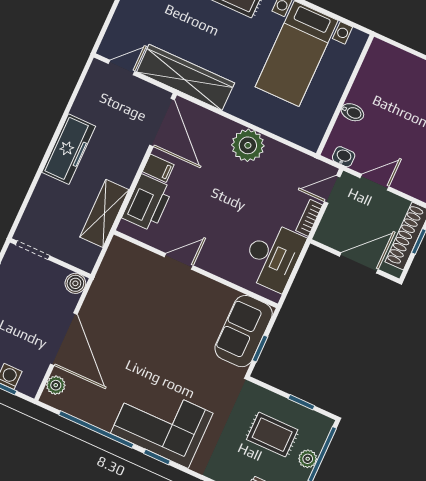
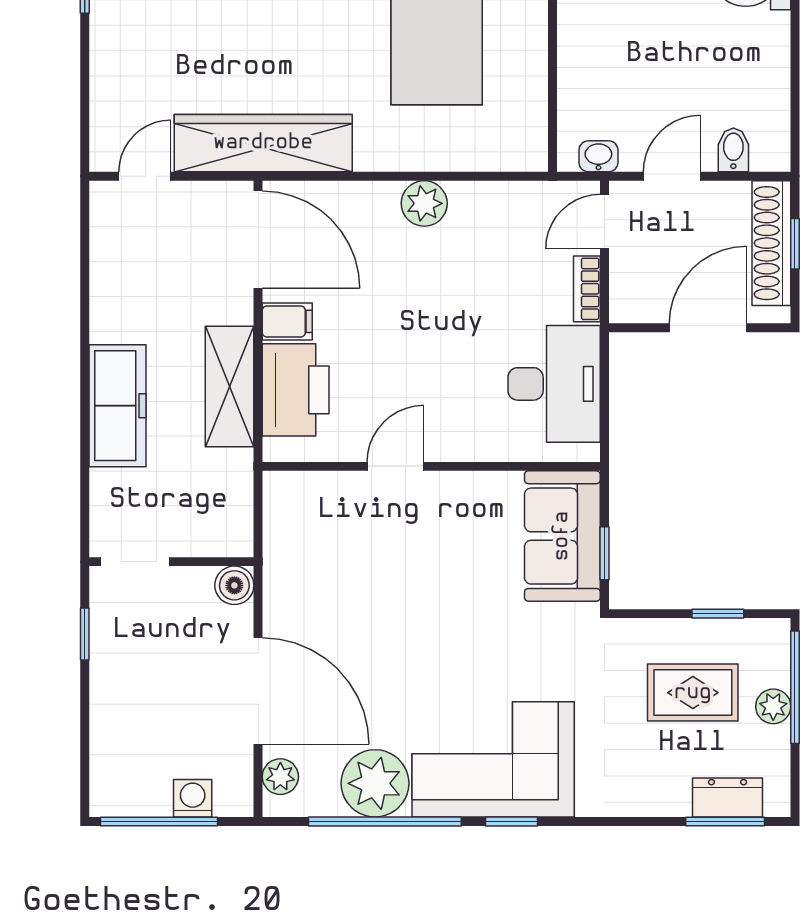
bidet: (352, 112) -> (733, 150), moved, turned -90
plant: (248, 145) -> (424, 203), width x0.73, depth x0.73
freezer: (69, 149) -> (118, 406), moved
shelving: (104, 213) -> (230, 386), moved
plant: (100, 409) -> (375, 783), added

